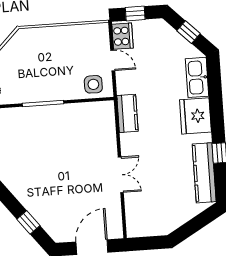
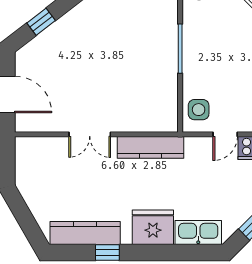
kitchen counter: (127, 113) -> (151, 147), width x1.50

